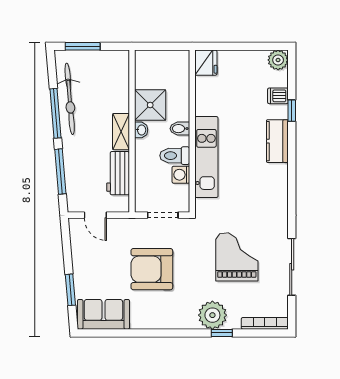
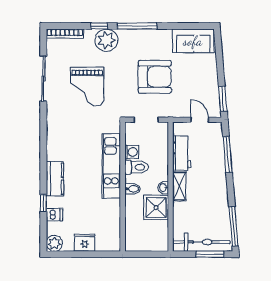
fridge: (206, 63) -> (85, 243), moved, turned 90
bicycle: (70, 99) -> (201, 242), moved, turned 95
window: (56, 113) -> (234, 226), moved
window: (70, 290) -> (223, 99), moved
window: (174, 333) -> (137, 26), added

